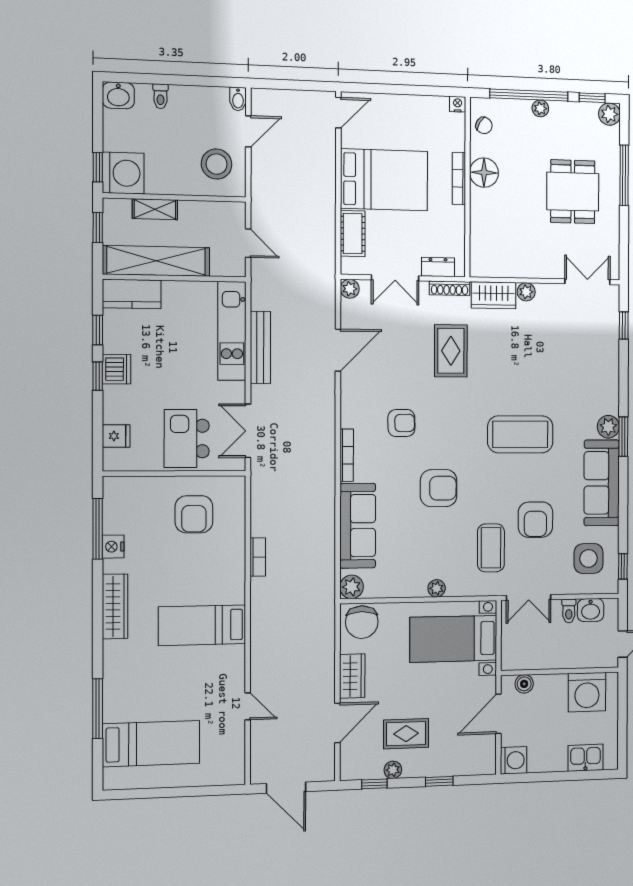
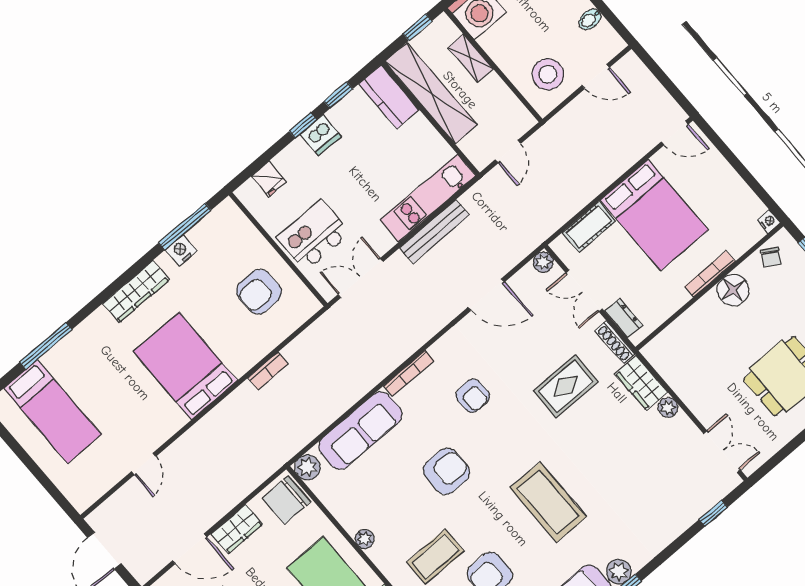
bidet: (238, 99) -> (590, 19), moved
armchair: (439, 488) -> (447, 471), turned -90
bed: (202, 625) -> (185, 366), width x1.50

